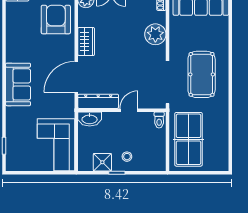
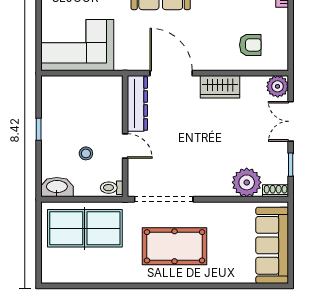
armchair: (56, 20) -> (250, 45), width x0.53, depth x0.53
plant: (155, 34) -> (247, 182), moved
washbasin: (90, 119) -> (57, 187), moved, turned 90
stool: (127, 157) -> (86, 153), moved
shower: (102, 162) -> (53, 109), removed

